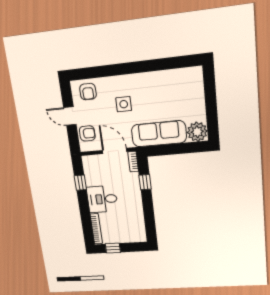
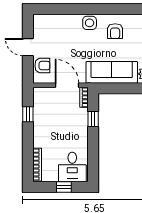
armchair: (88, 92) -> (115, 31), moved
side table: (124, 104) -> (90, 23), moved
desk: (102, 199) -> (72, 167), moved, turned -90
window: (113, 248) -> (64, 187), moved

